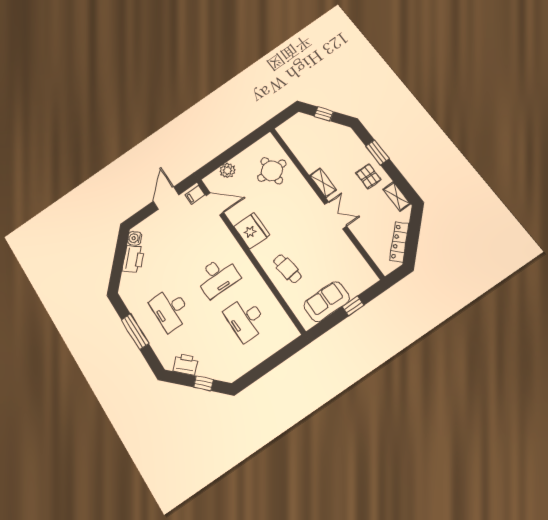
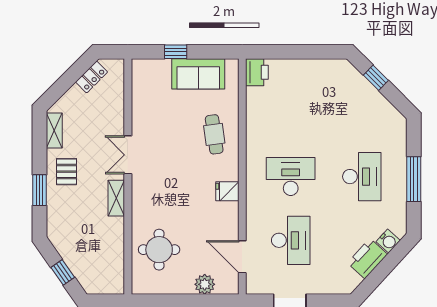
filing cabinet: (195, 195) -> (256, 282), removed
fridge: (252, 231) -> (227, 191), width x0.53, depth x0.75
water cooler: (135, 238) -> (388, 241), moved
locker: (399, 242) -> (92, 77), width x0.66
desk: (246, 319) -> (291, 240), moved
printer: (186, 364) -> (257, 72), moved, turned -135

